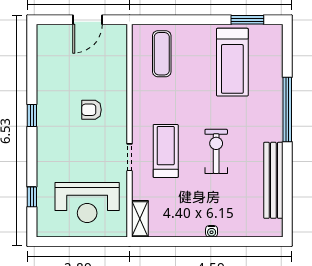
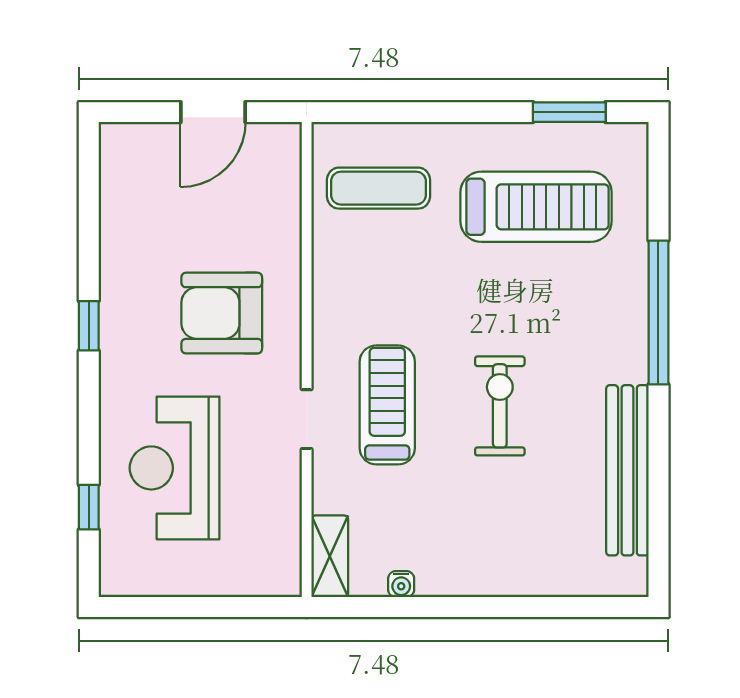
exercise mat: (162, 54) -> (379, 188), turned 90
treadmill: (232, 62) -> (536, 207), turned -90
armchair: (91, 110) -> (222, 313), width x1.88, depth x1.88
reception desk: (87, 203) -> (175, 468), moved, turned 90
water cooler: (212, 231) -> (401, 584), moved

